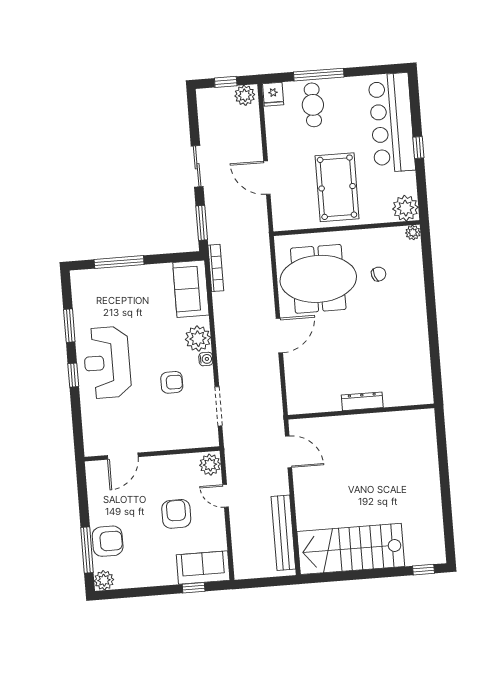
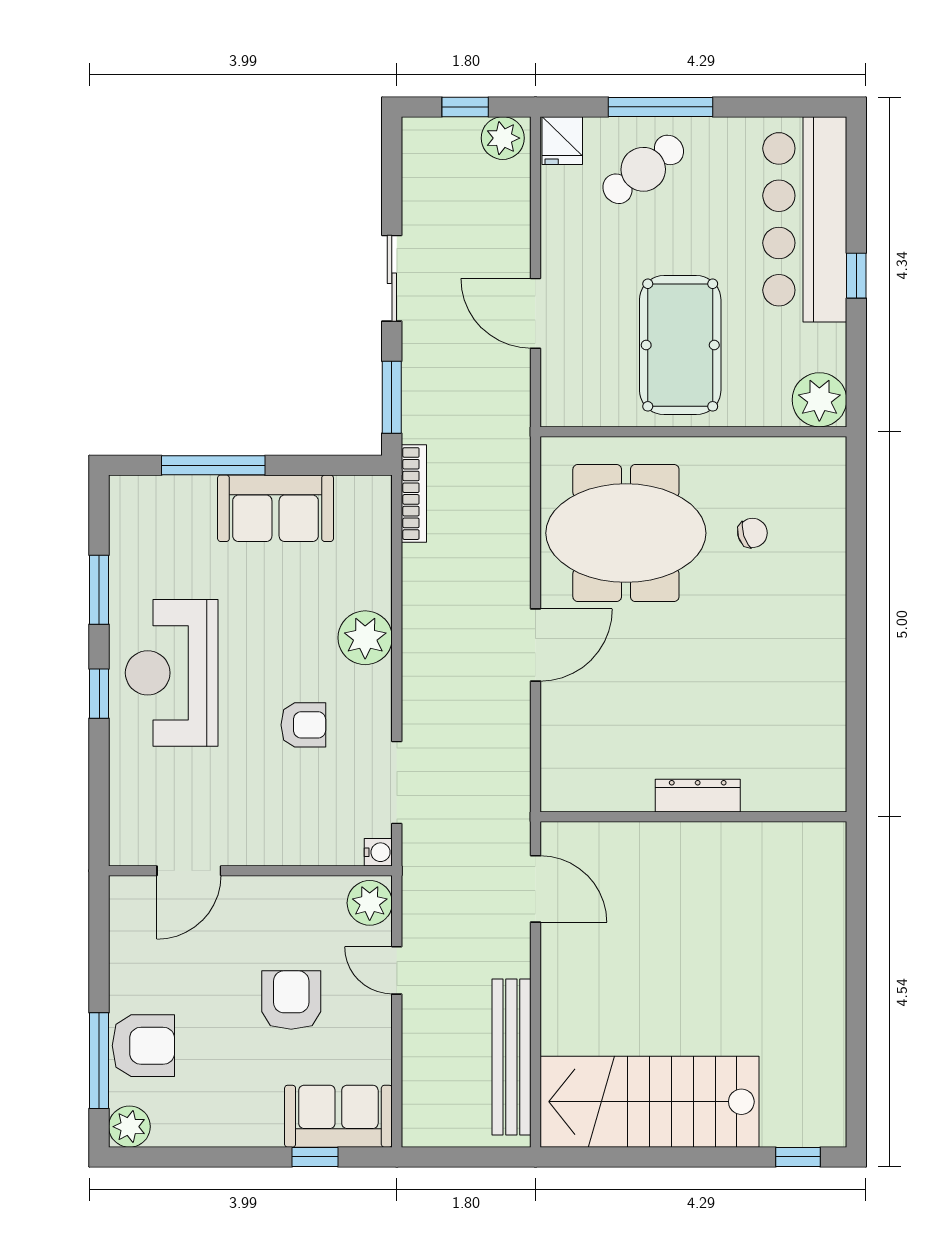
cafe table: (313, 105) -> (643, 169), turned 53
plant: (413, 233) -> (831, 452), removed
sofa: (191, 289) -> (276, 508), moved, turned -90
water cooler: (206, 359) -> (378, 852), moved

